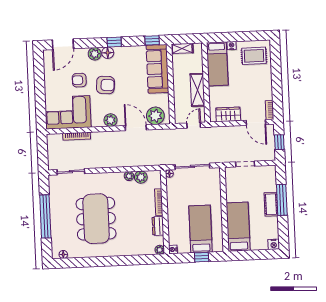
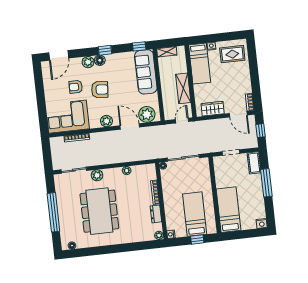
plant: (141, 177) -> (97, 175), moved
cot: (271, 204) -> (254, 163), moved

